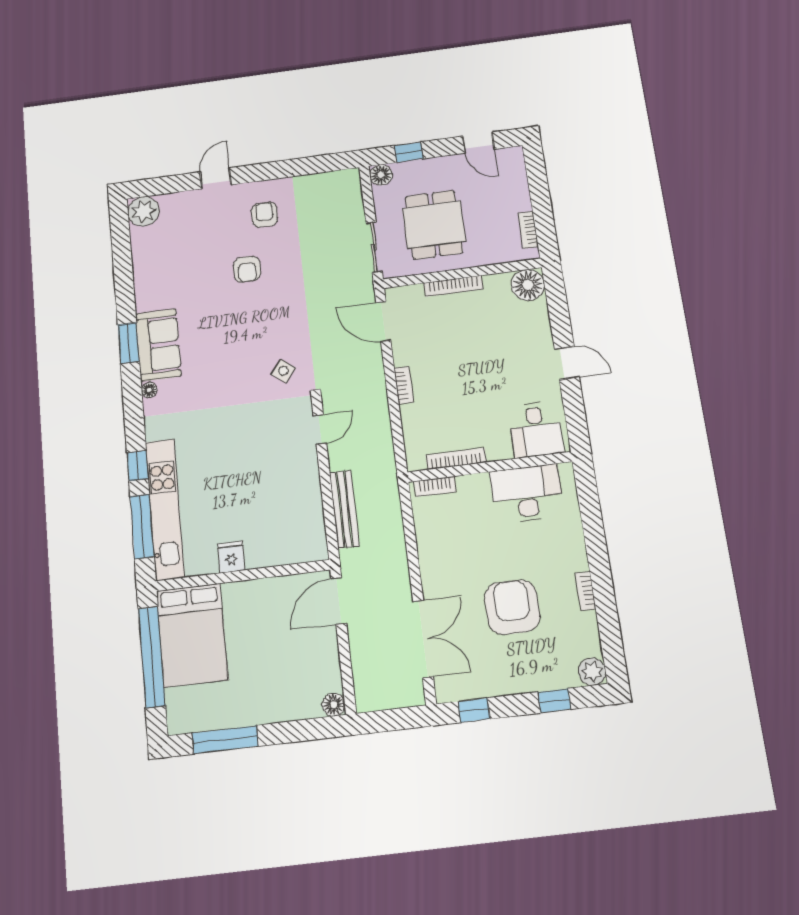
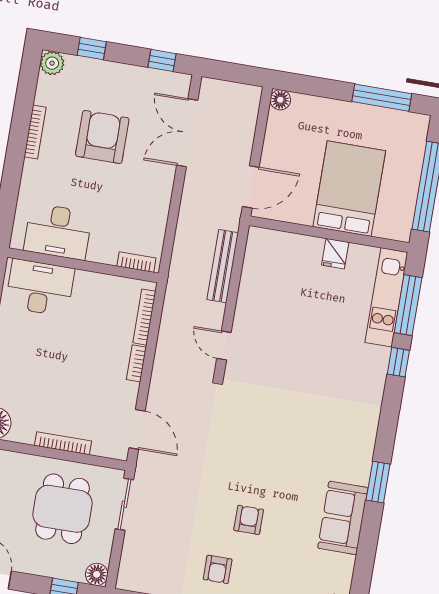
sofa: (158, 345) -> (343, 518), moved
side table: (283, 371) -> (242, 411), removed
floor lamp: (149, 390) -> (370, 430), removed
door: (320, 429) -> (224, 346), hinge flipped
desk: (536, 430) -> (40, 288), width x1.37
bookcase: (456, 459) -> (144, 317), moved, turned 90
kitchen unit: (165, 509) -> (386, 297), width x0.73
bookcase: (585, 591) -> (35, 132), width x1.56
armchair: (512, 607) -> (102, 137), turned 180
bed: (192, 635) -> (349, 189), moved

